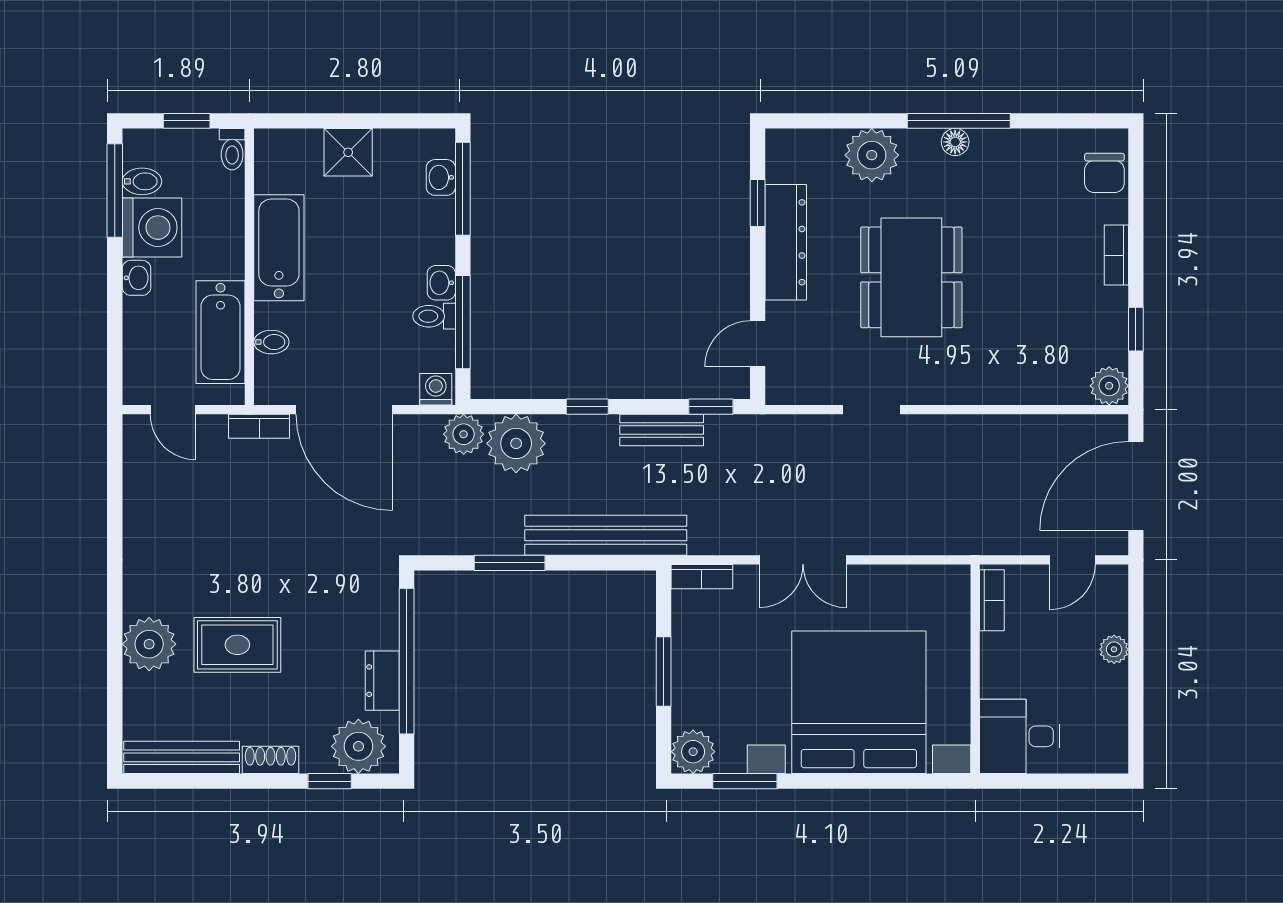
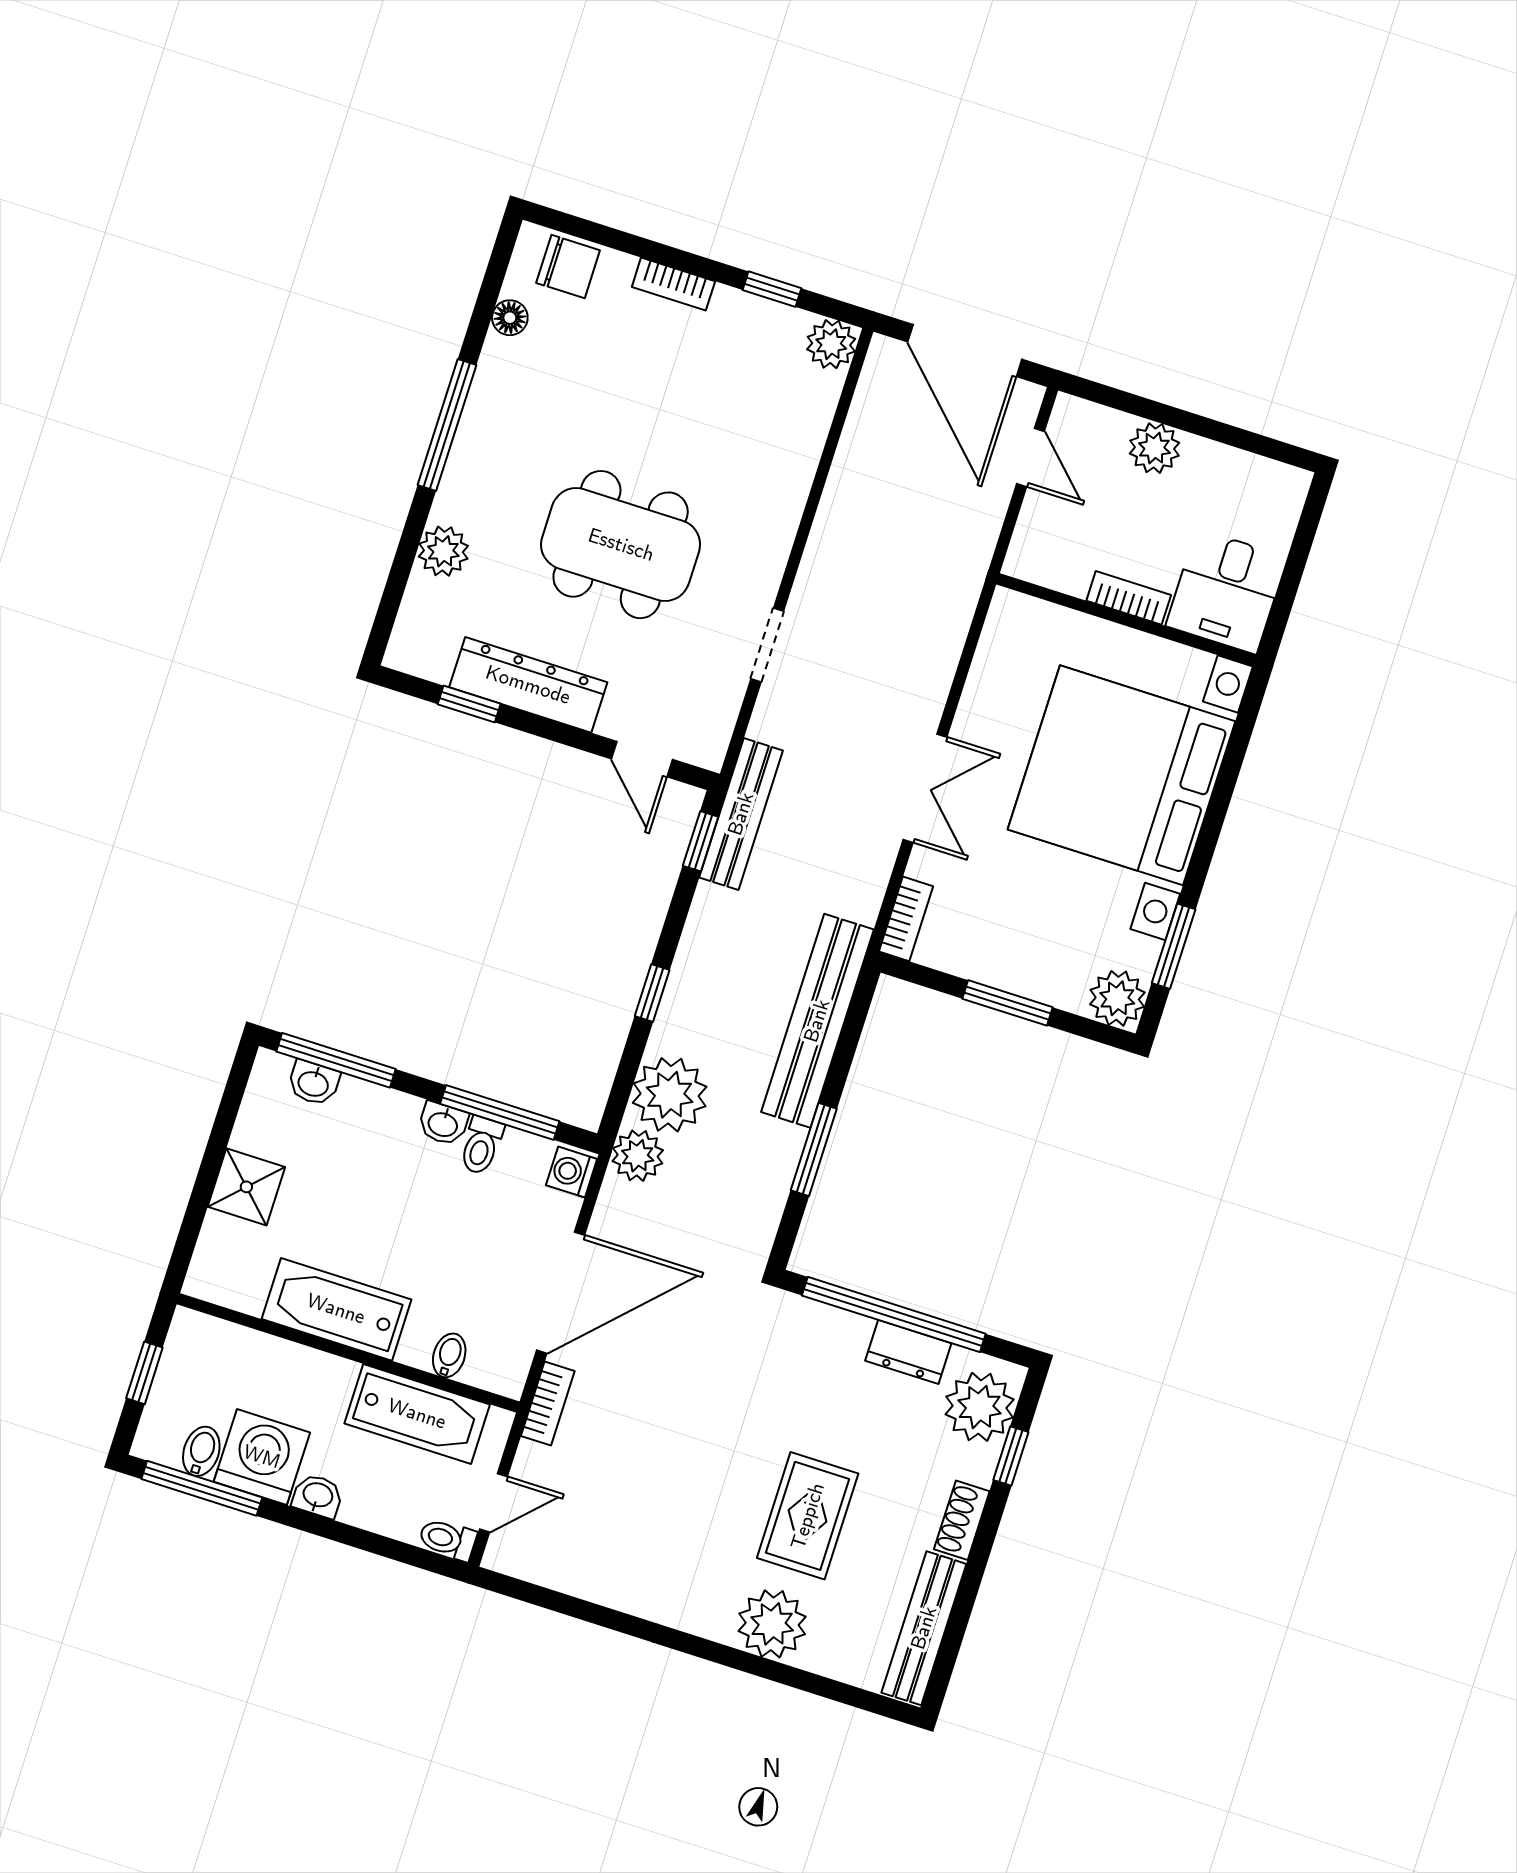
floor lamp: (955, 142) -> (510, 318), moved
toilet: (232, 149) -> (448, 1539), moved, turned 180
plant: (872, 155) -> (443, 551), width x0.73, depth x0.73
bench: (662, 430) -> (741, 814), moved, width x1.36
bookcase: (992, 600) -> (1129, 598), moved
plant: (1114, 649) -> (1154, 448), width x1.38, depth x1.38

